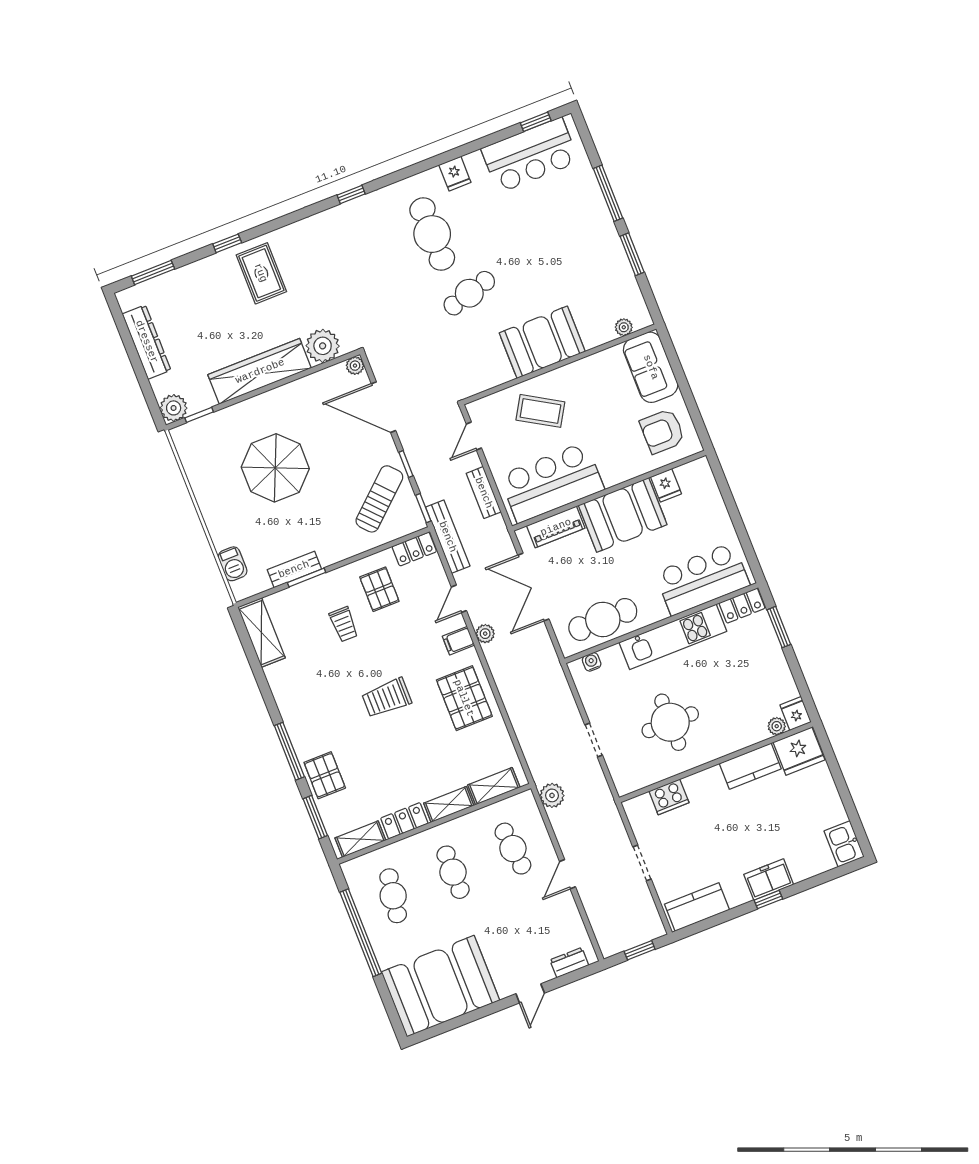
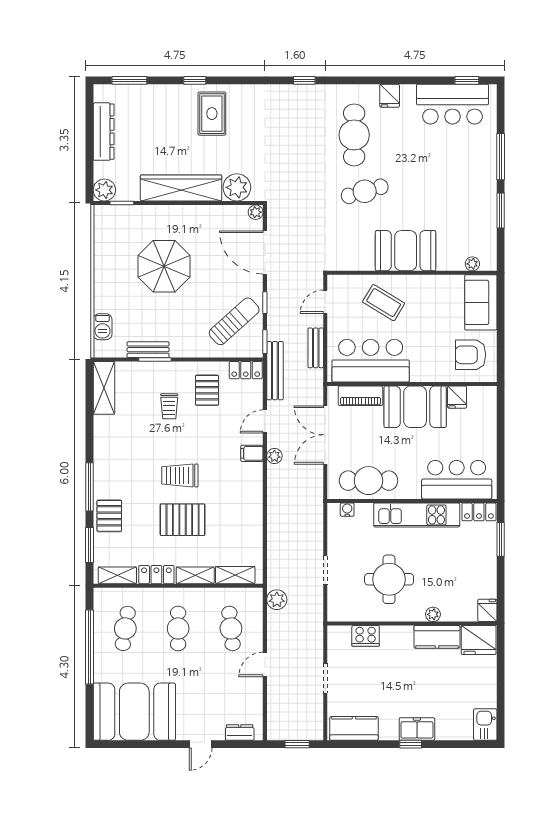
pallet: (464, 698) -> (183, 520), moved, turned 90
plant: (777, 726) -> (433, 614), moved

